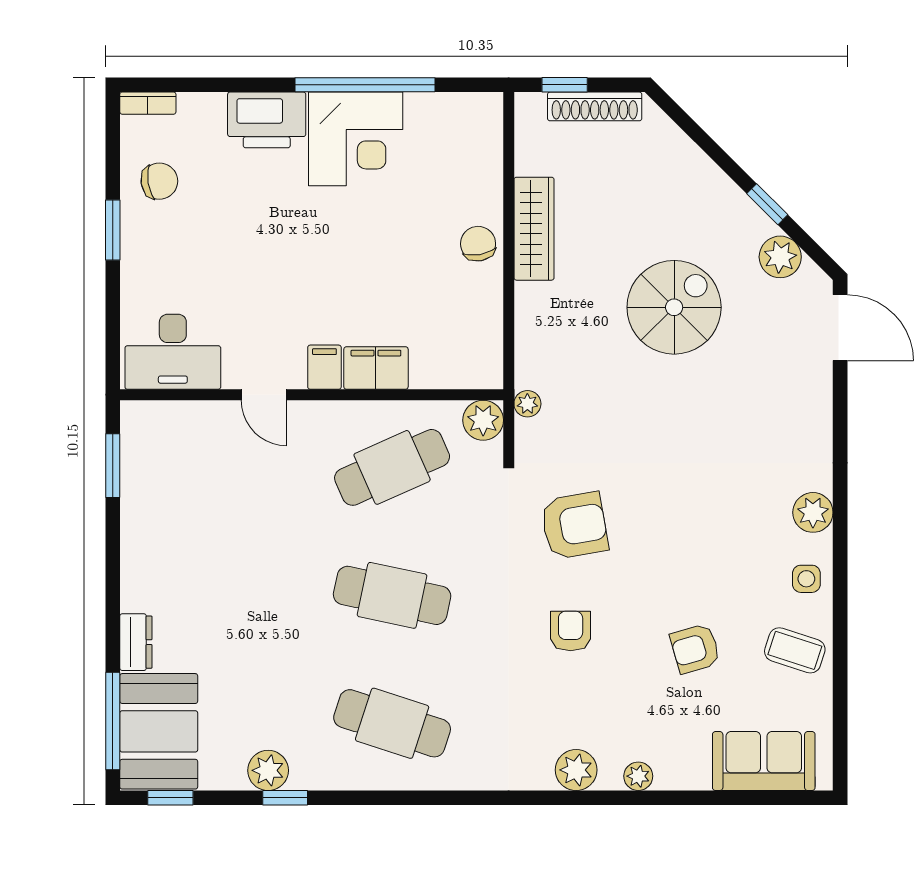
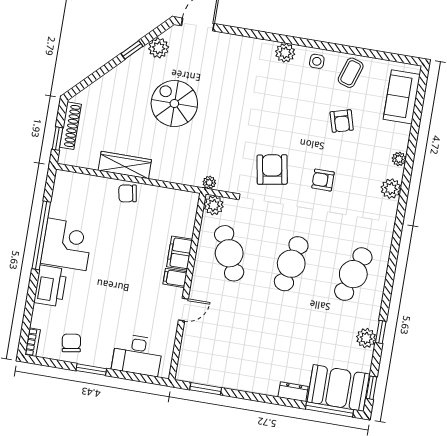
desk: (173, 352) -> (137, 355), moved, turned 90

